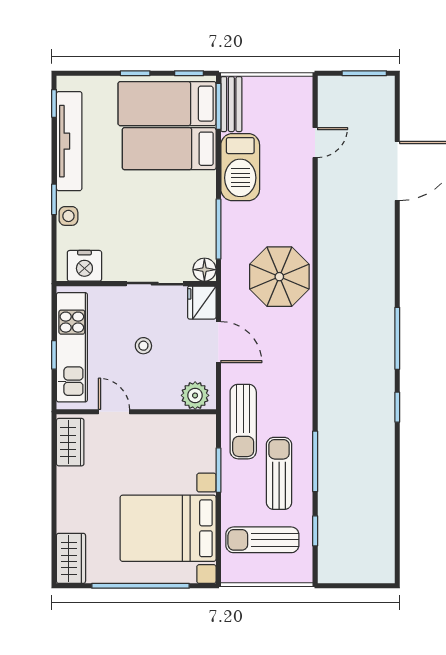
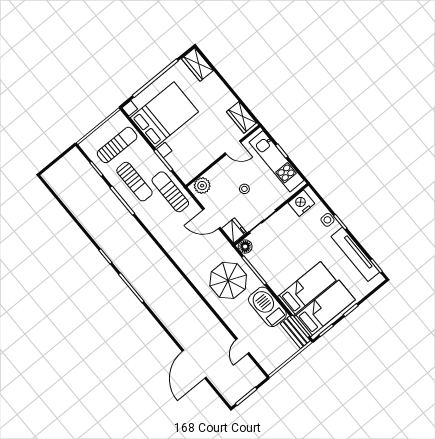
parasol: (279, 277) -> (228, 280), moved

